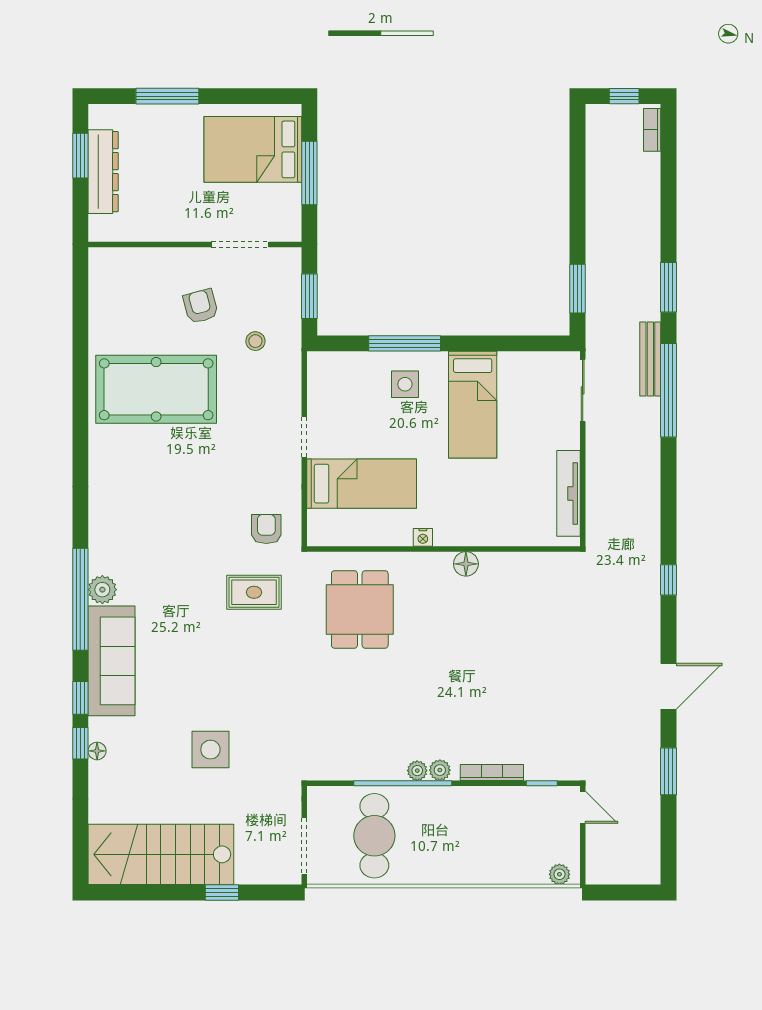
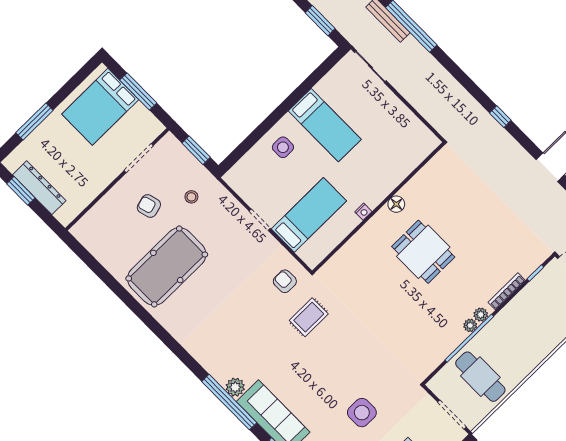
window: (405, 343) -> (264, 128), removed
tv unit: (568, 493) -> (412, 122), removed
dining table: (360, 609) -> (423, 252), moved

